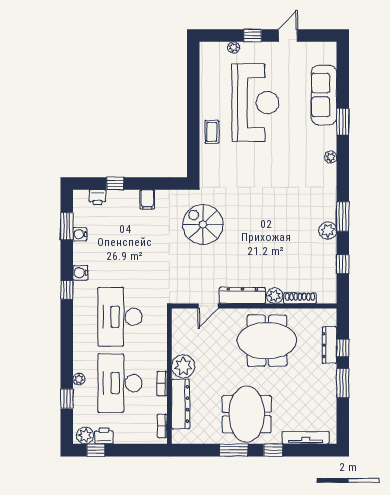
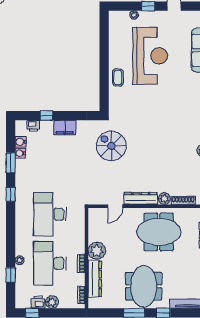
filing cabinet: (147, 199) -> (65, 127), width x2.00
window: (67, 226) -> (11, 163), moved
water cooler: (80, 273) -> (21, 142), moved
plant: (85, 435) -> (52, 302), moved

